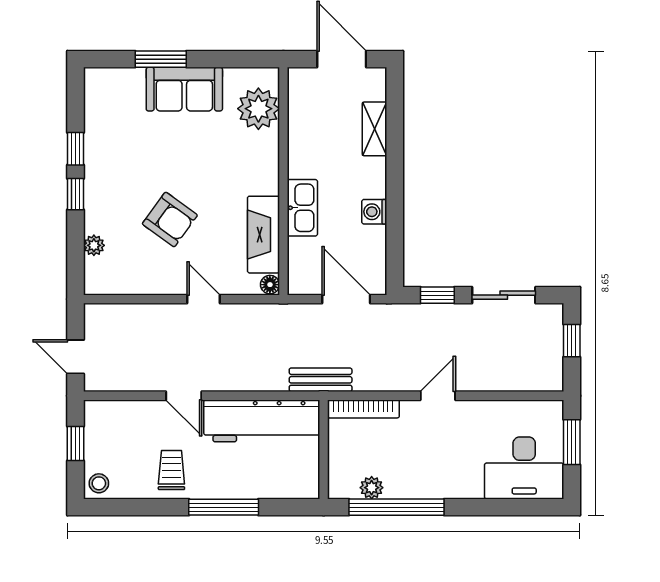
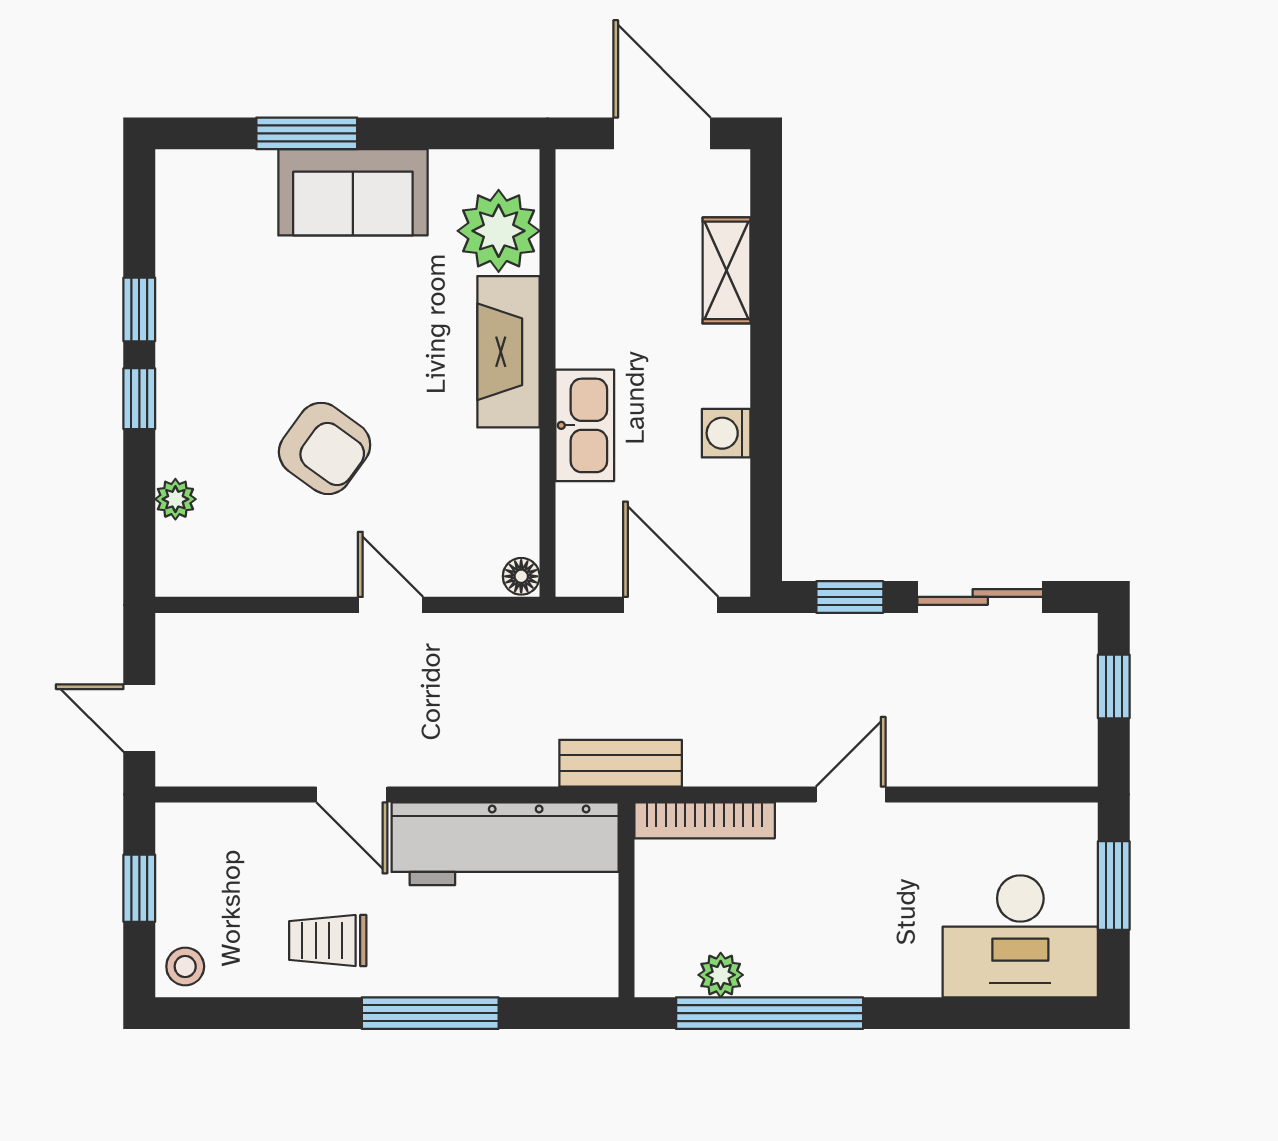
fireplace: (263, 235) -> (508, 352), moved
trolley: (171, 470) -> (328, 941), turned -90

